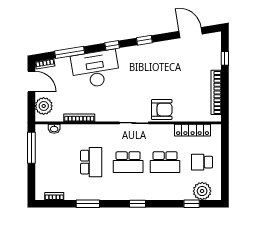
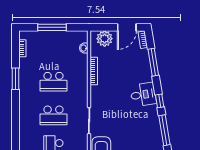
window: (144, 40) -> (164, 130), width x2.17
desk: (95, 69) -> (143, 95), width x0.53, depth x0.77
window: (31, 148) -> (52, 27), moved
school desk: (128, 162) -> (53, 115), turned -90
window: (137, 204) -> (16, 124), removed

